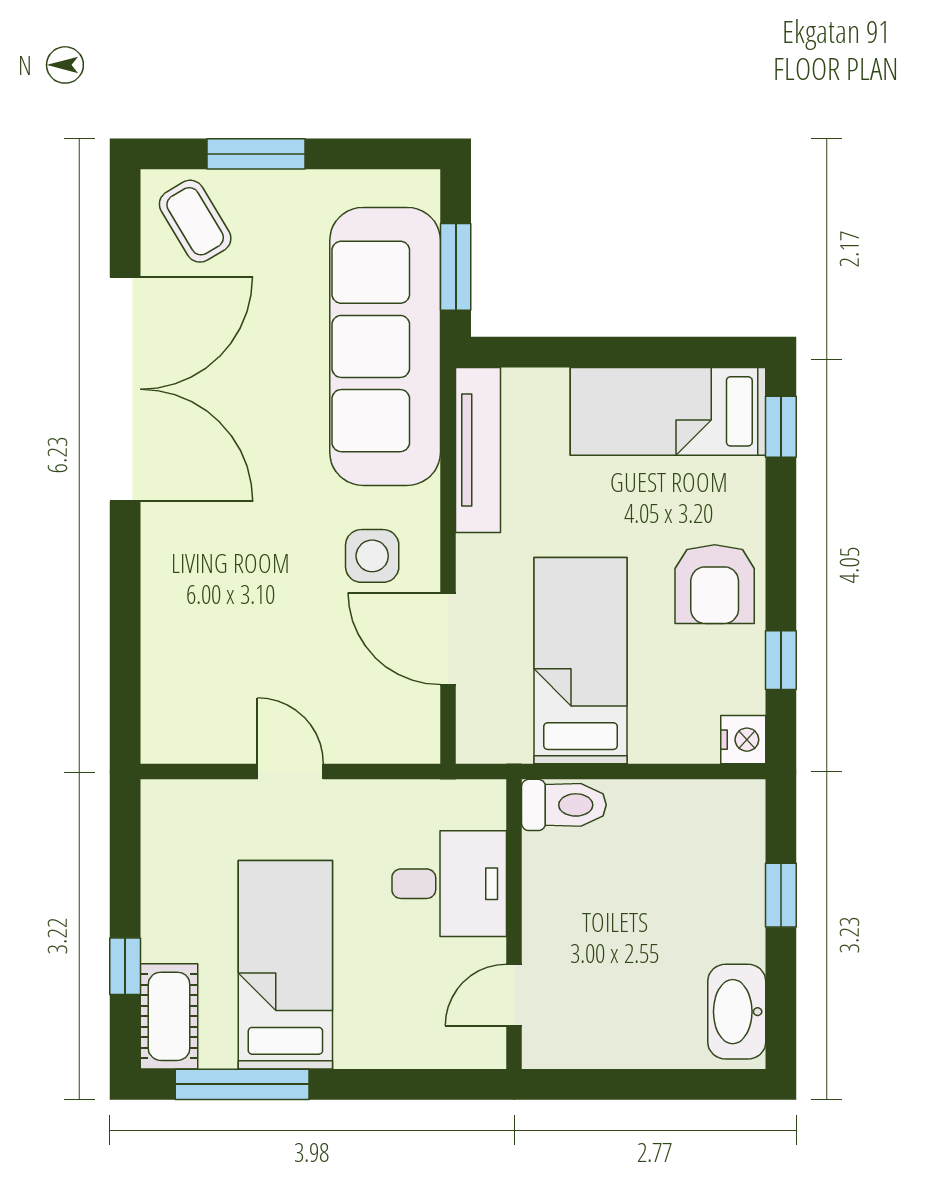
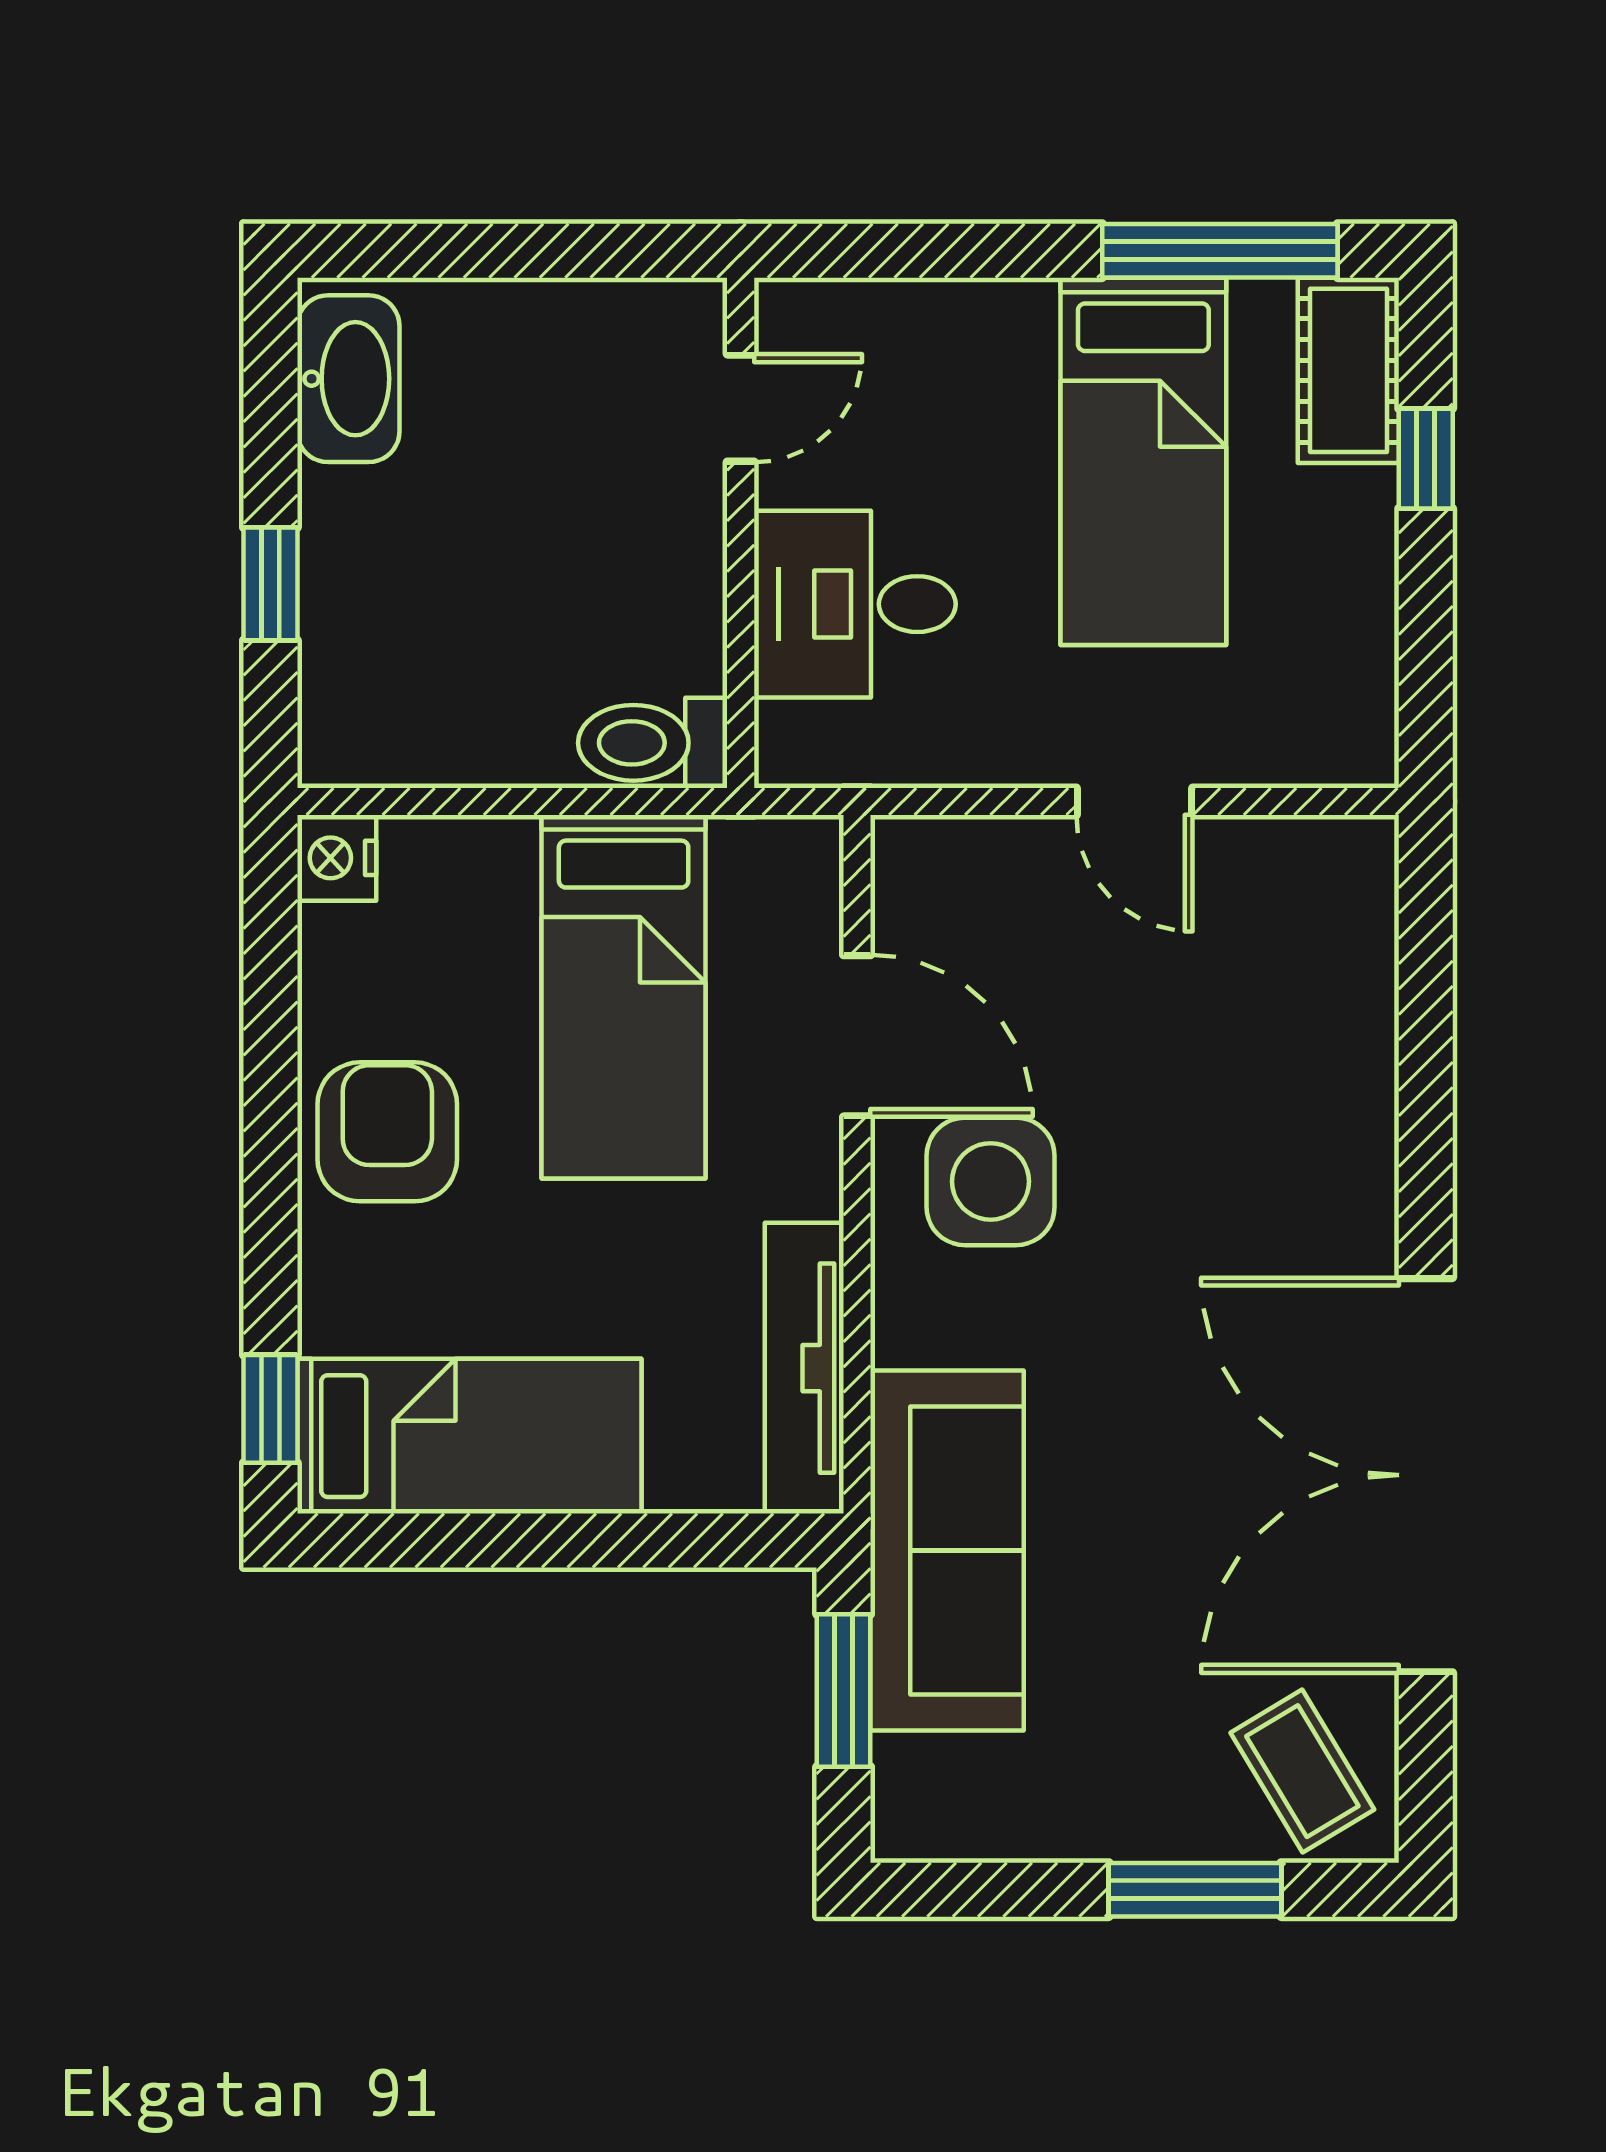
sofa: (385, 346) -> (947, 1551), width x0.74, depth x0.79
side table: (372, 556) -> (991, 1181), width x1.37, depth x1.37
window: (781, 660) -> (270, 998), removed

